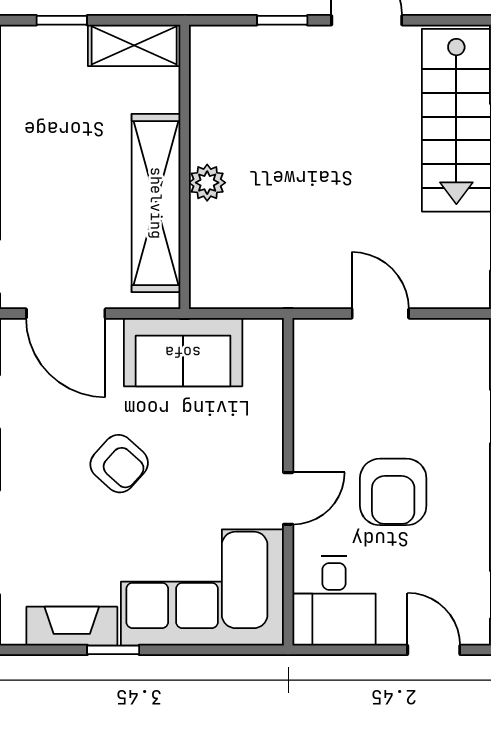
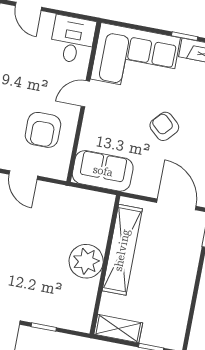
plant: (207, 183) -> (86, 261), width x1.88, depth x1.88
sofa: (183, 352) -> (103, 171), moved
armchair: (393, 492) -> (43, 130), moved, turned 180

